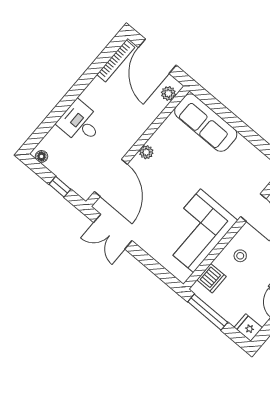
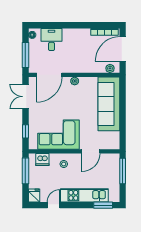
desk: (80, 123) -> (52, 40), moved
sofa: (206, 123) -> (109, 104), width x1.36, depth x1.27
window: (60, 187) -> (25, 55), width x2.17
window: (157, 269) -> (25, 131), added

